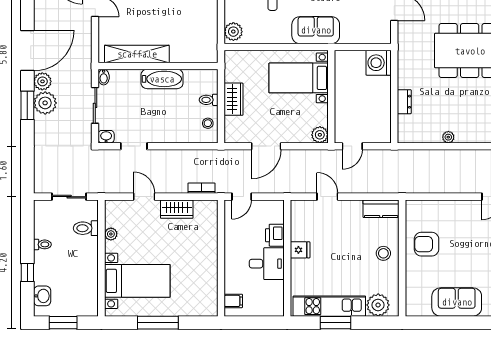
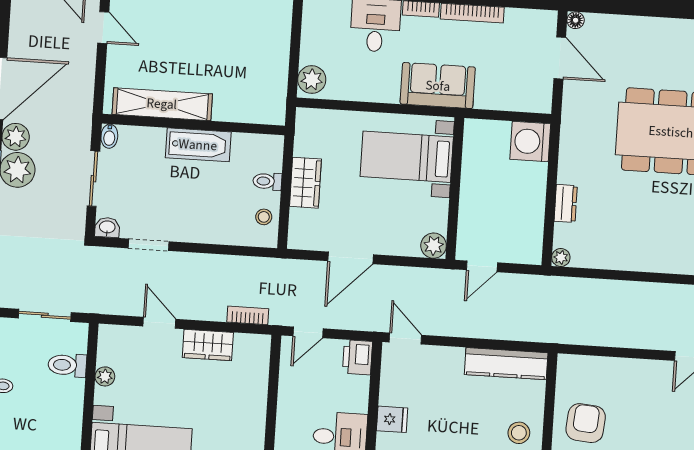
plant: (448, 137) -> (561, 257), moved
door: (327, 197) -> (405, 339), moved
kitchen counter: (381, 209) -> (506, 364), width x1.50
printer: (275, 235) -> (357, 357), moved
armchair: (427, 244) -> (586, 423), turned 95

